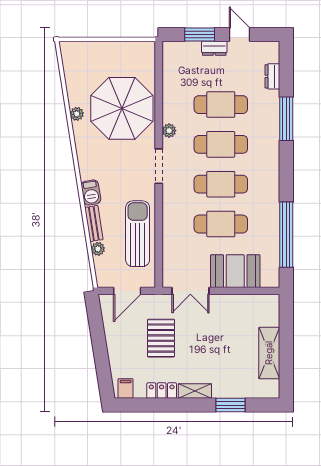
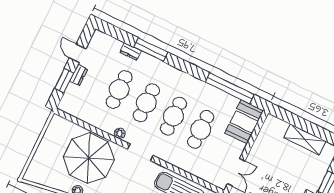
door: (240, 34) -> (78, 53), hinge flipped
dresser: (272, 76) -> (131, 51), moved
booth: (235, 271) -> (244, 122), moved

